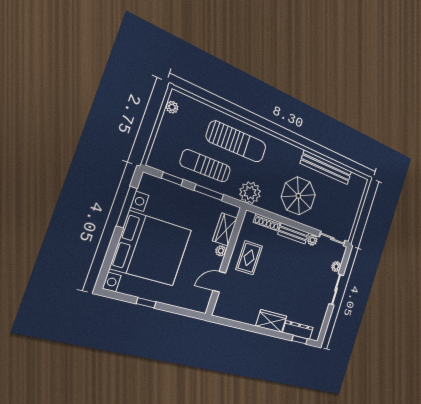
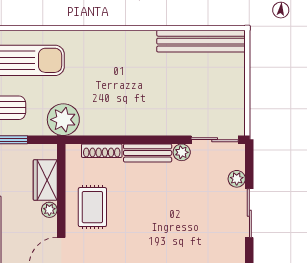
bench: (326, 168) -> (201, 41), moved
parasol: (298, 196) -> (136, 98), removed

